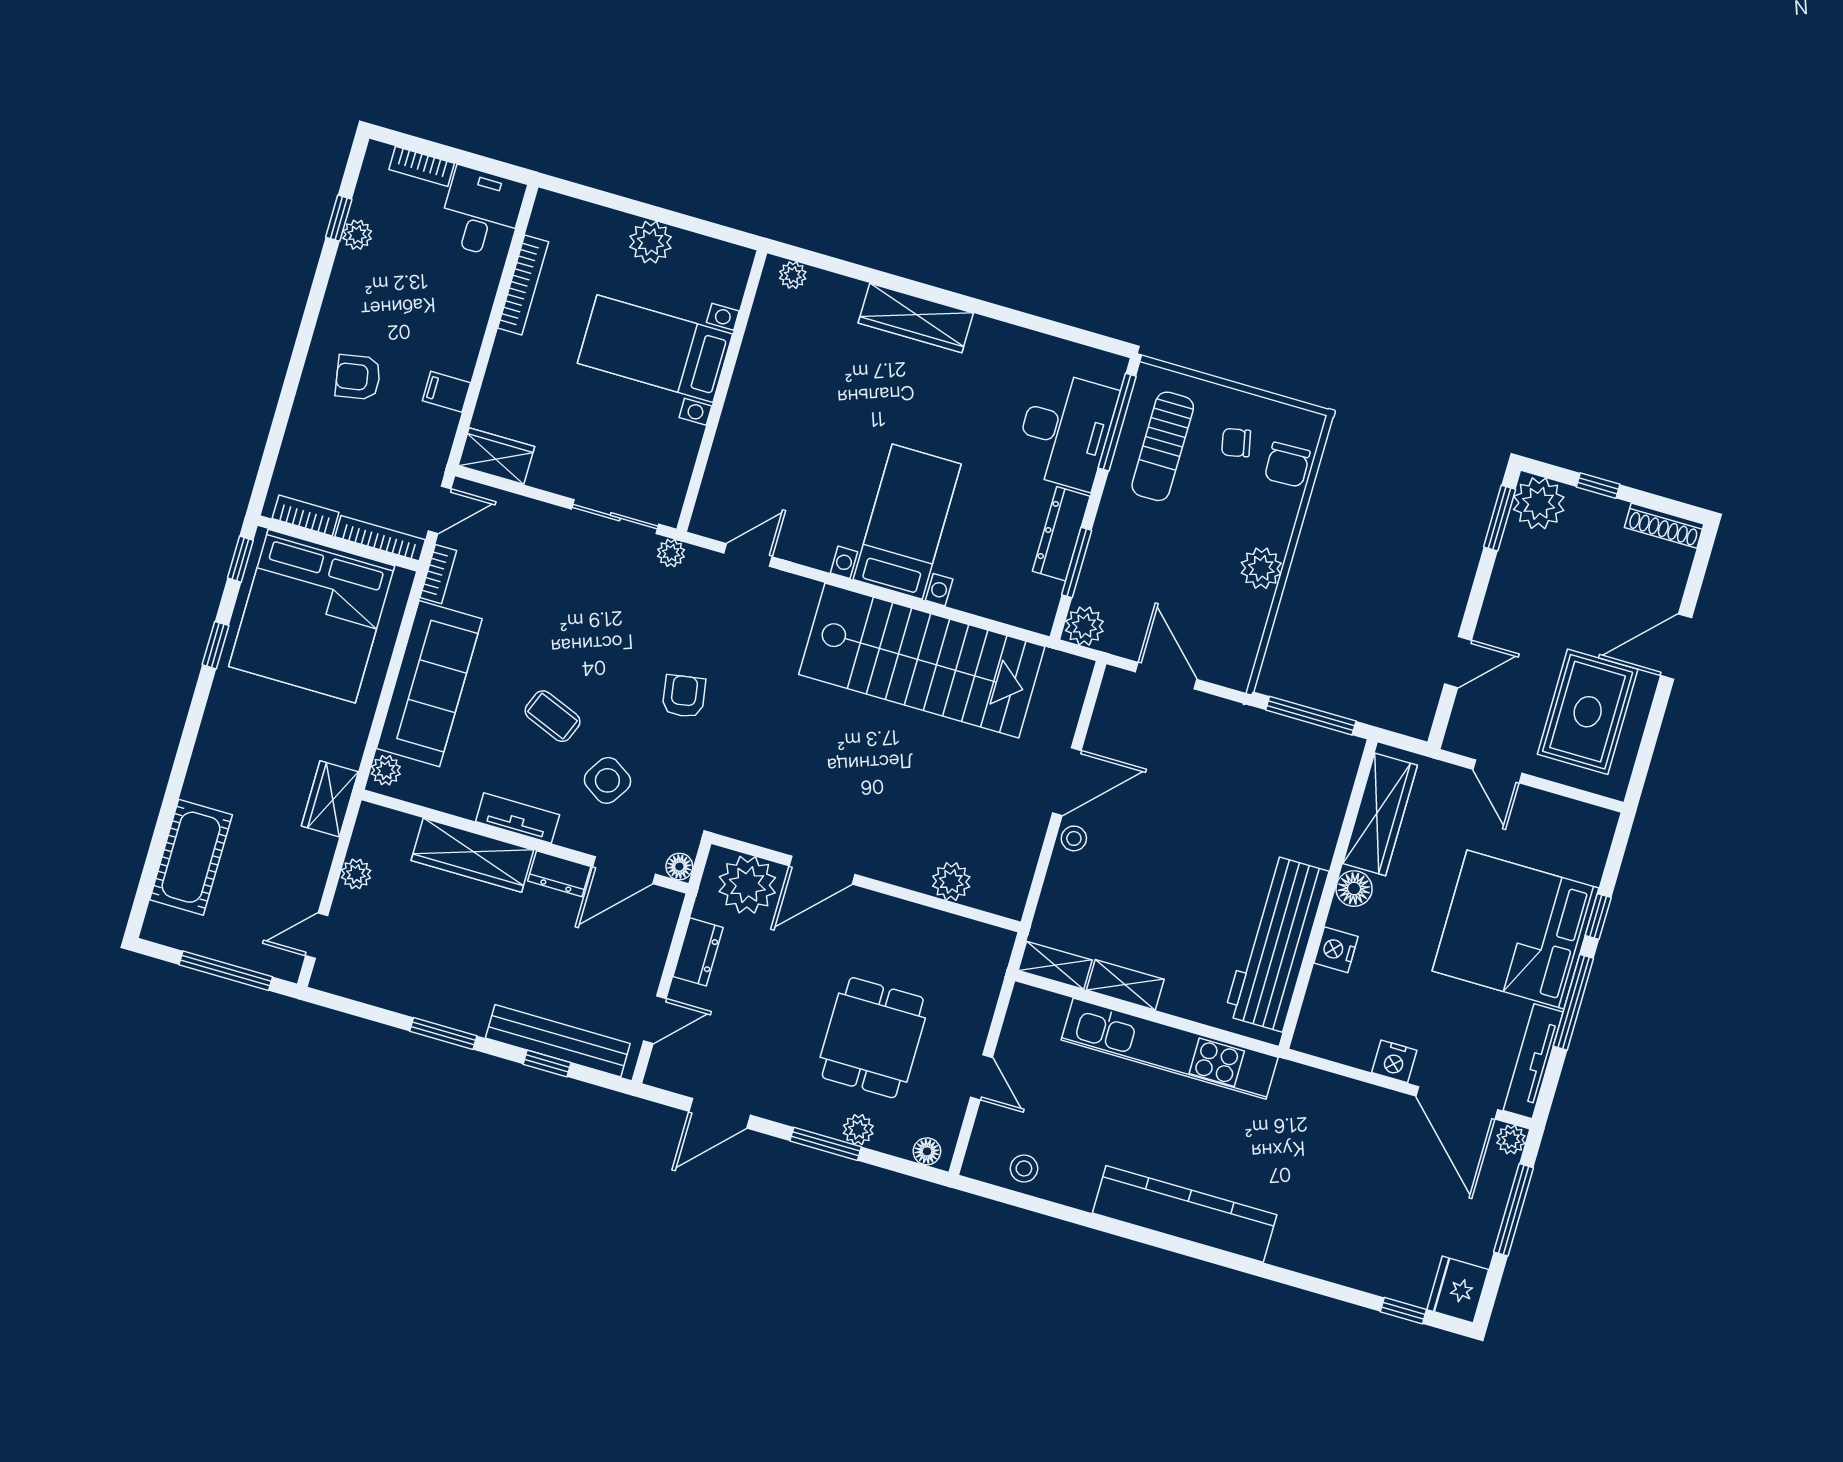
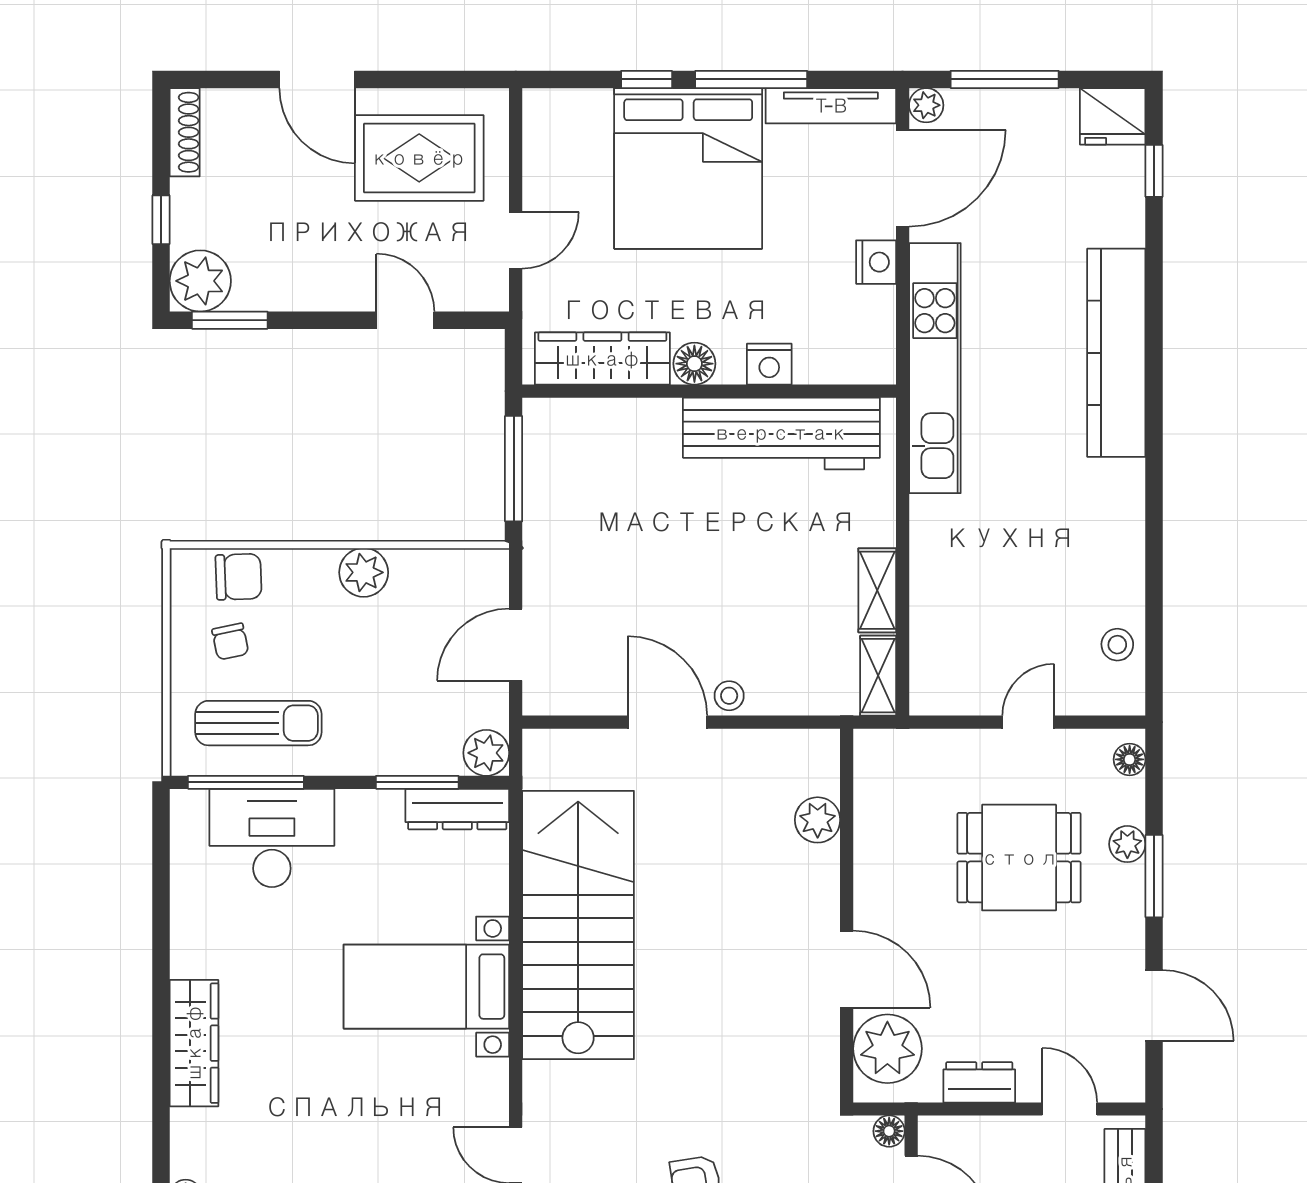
dresser: (1061, 534) -> (457, 809), moved
kitchen unit: (1170, 1049) -> (935, 368), moved
kitchen counter: (1185, 1214) -> (1116, 353), moved

